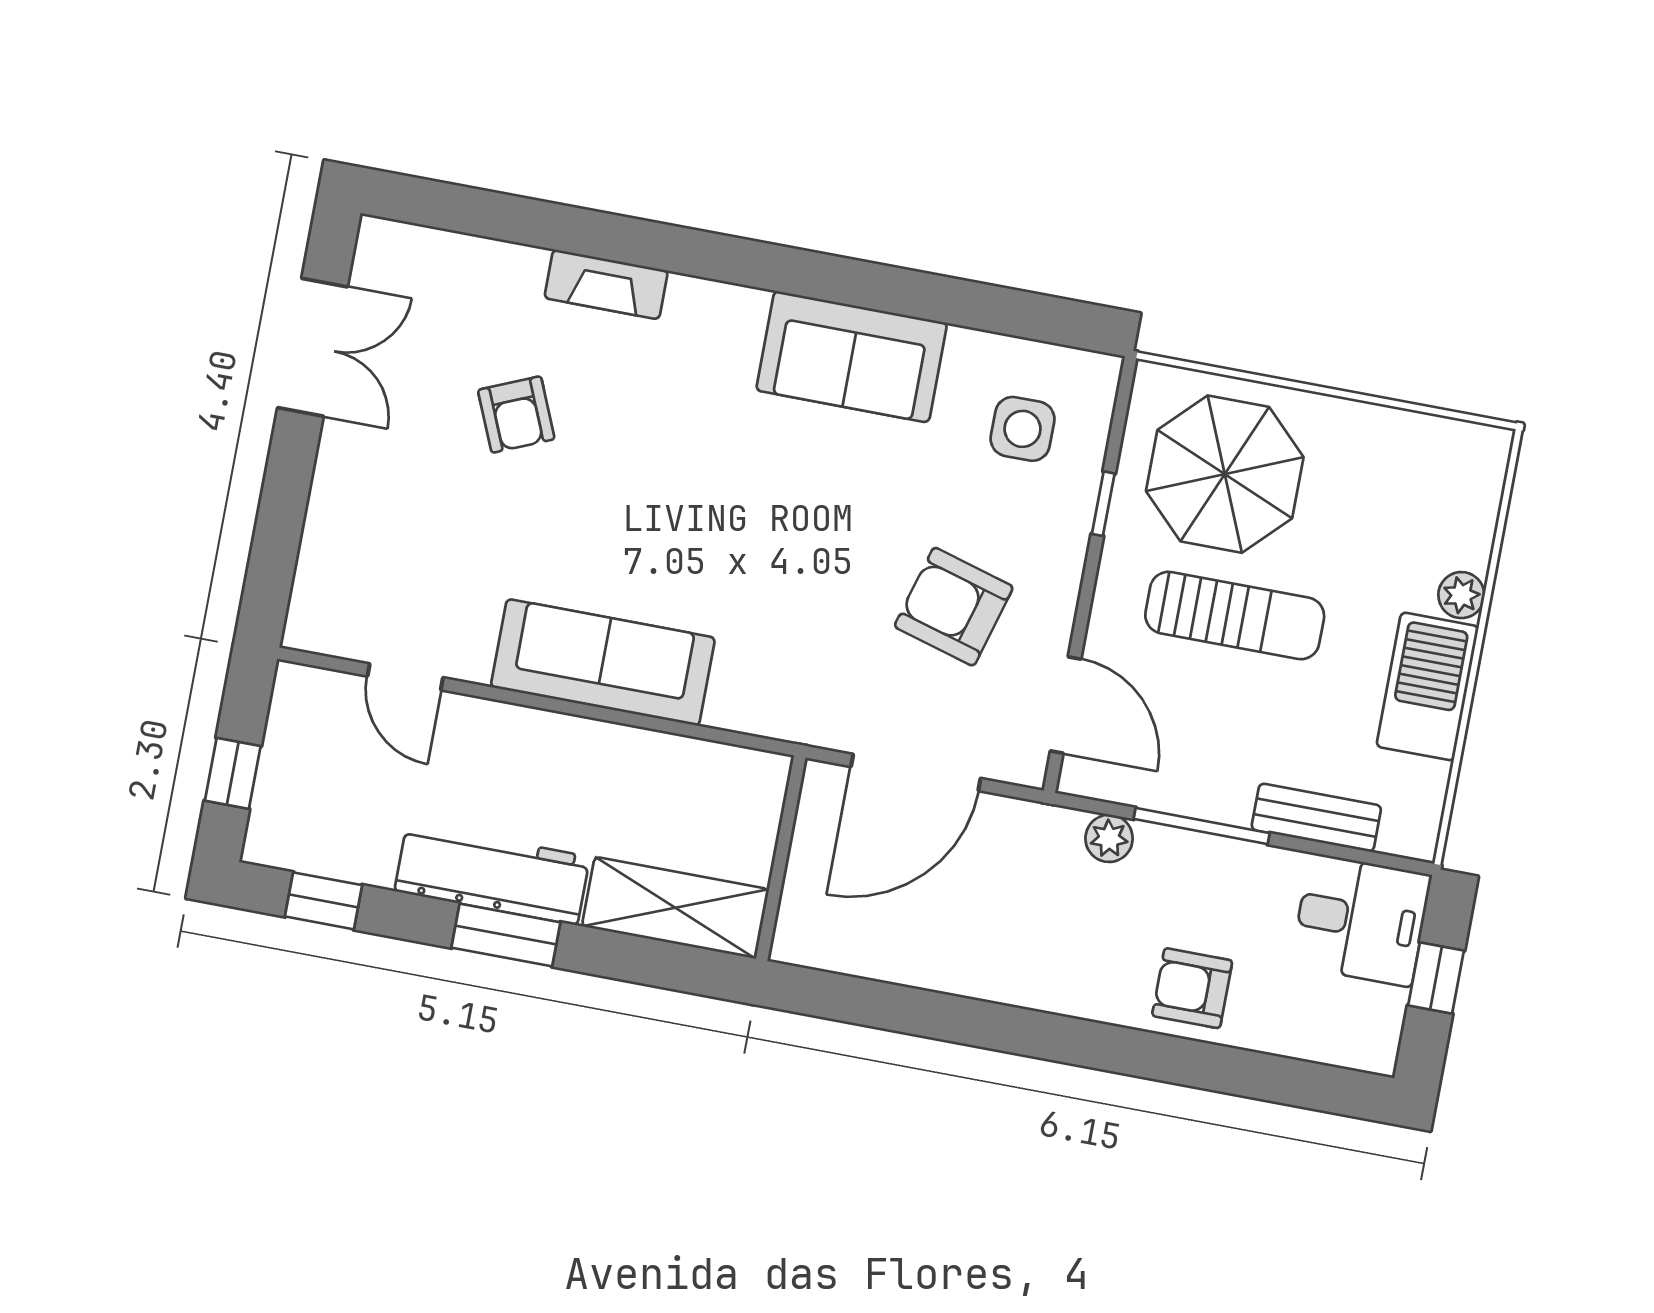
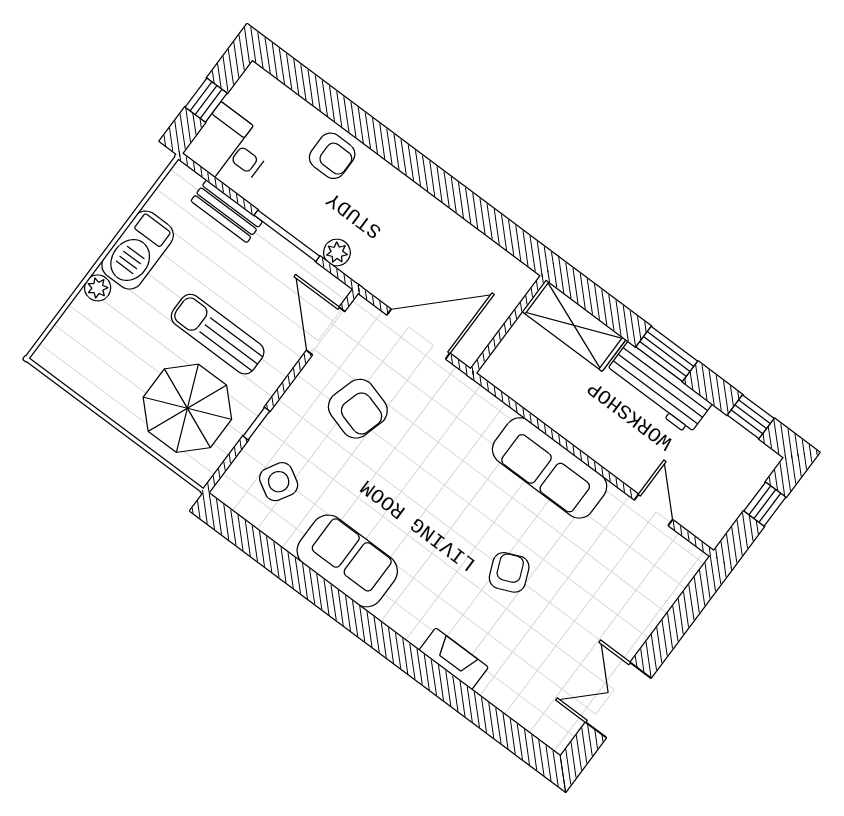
armchair: (516, 415) -> (509, 572), moved
side table: (1023, 429) -> (279, 482), turned 30

